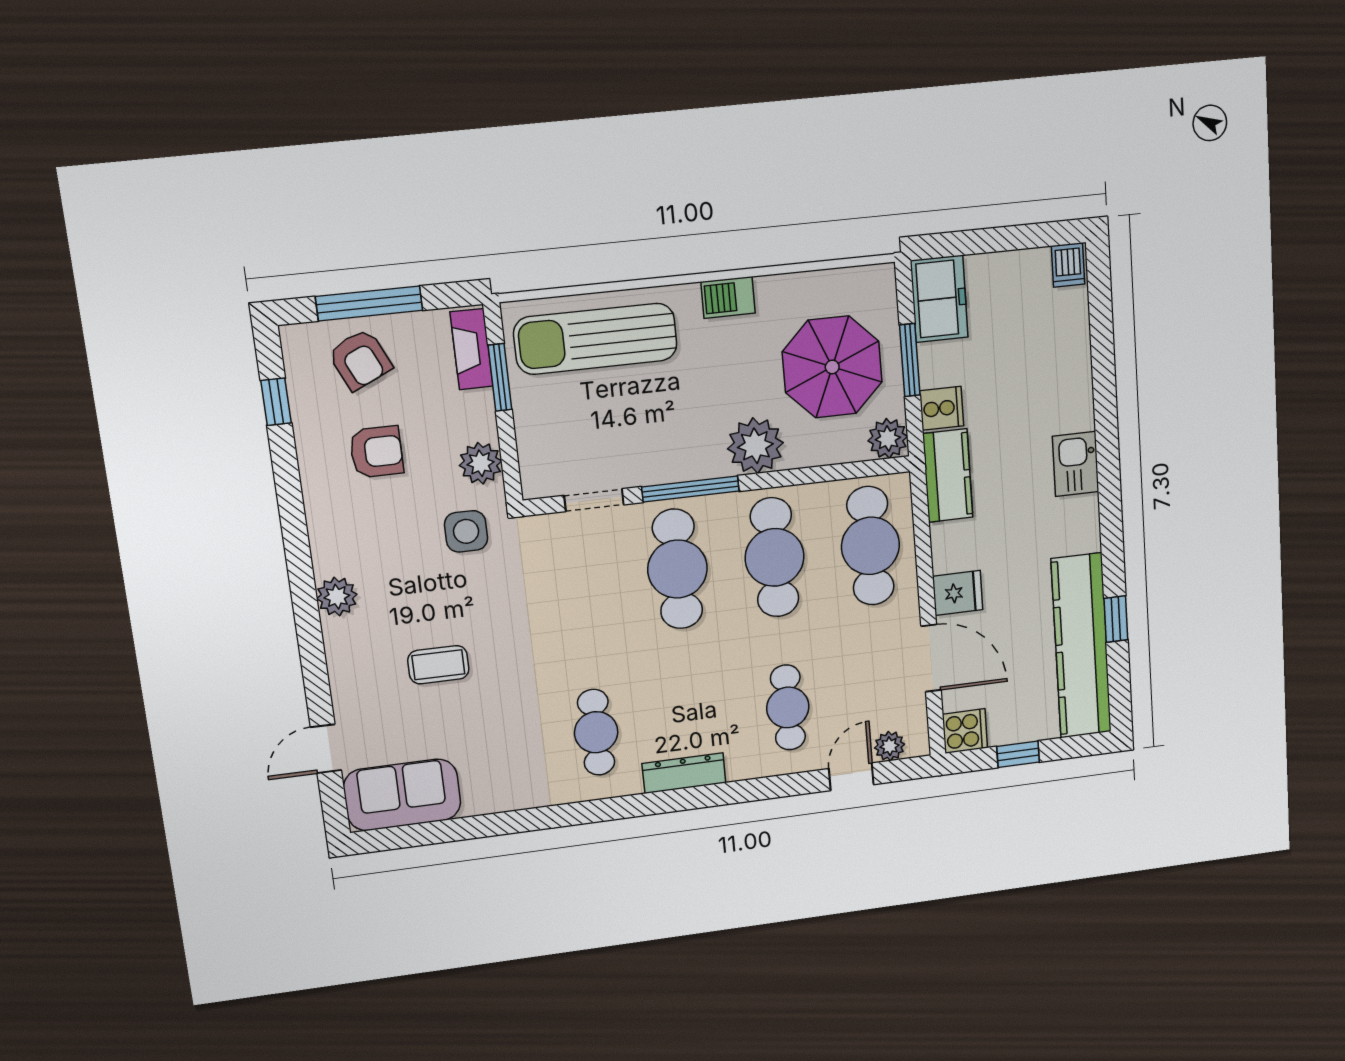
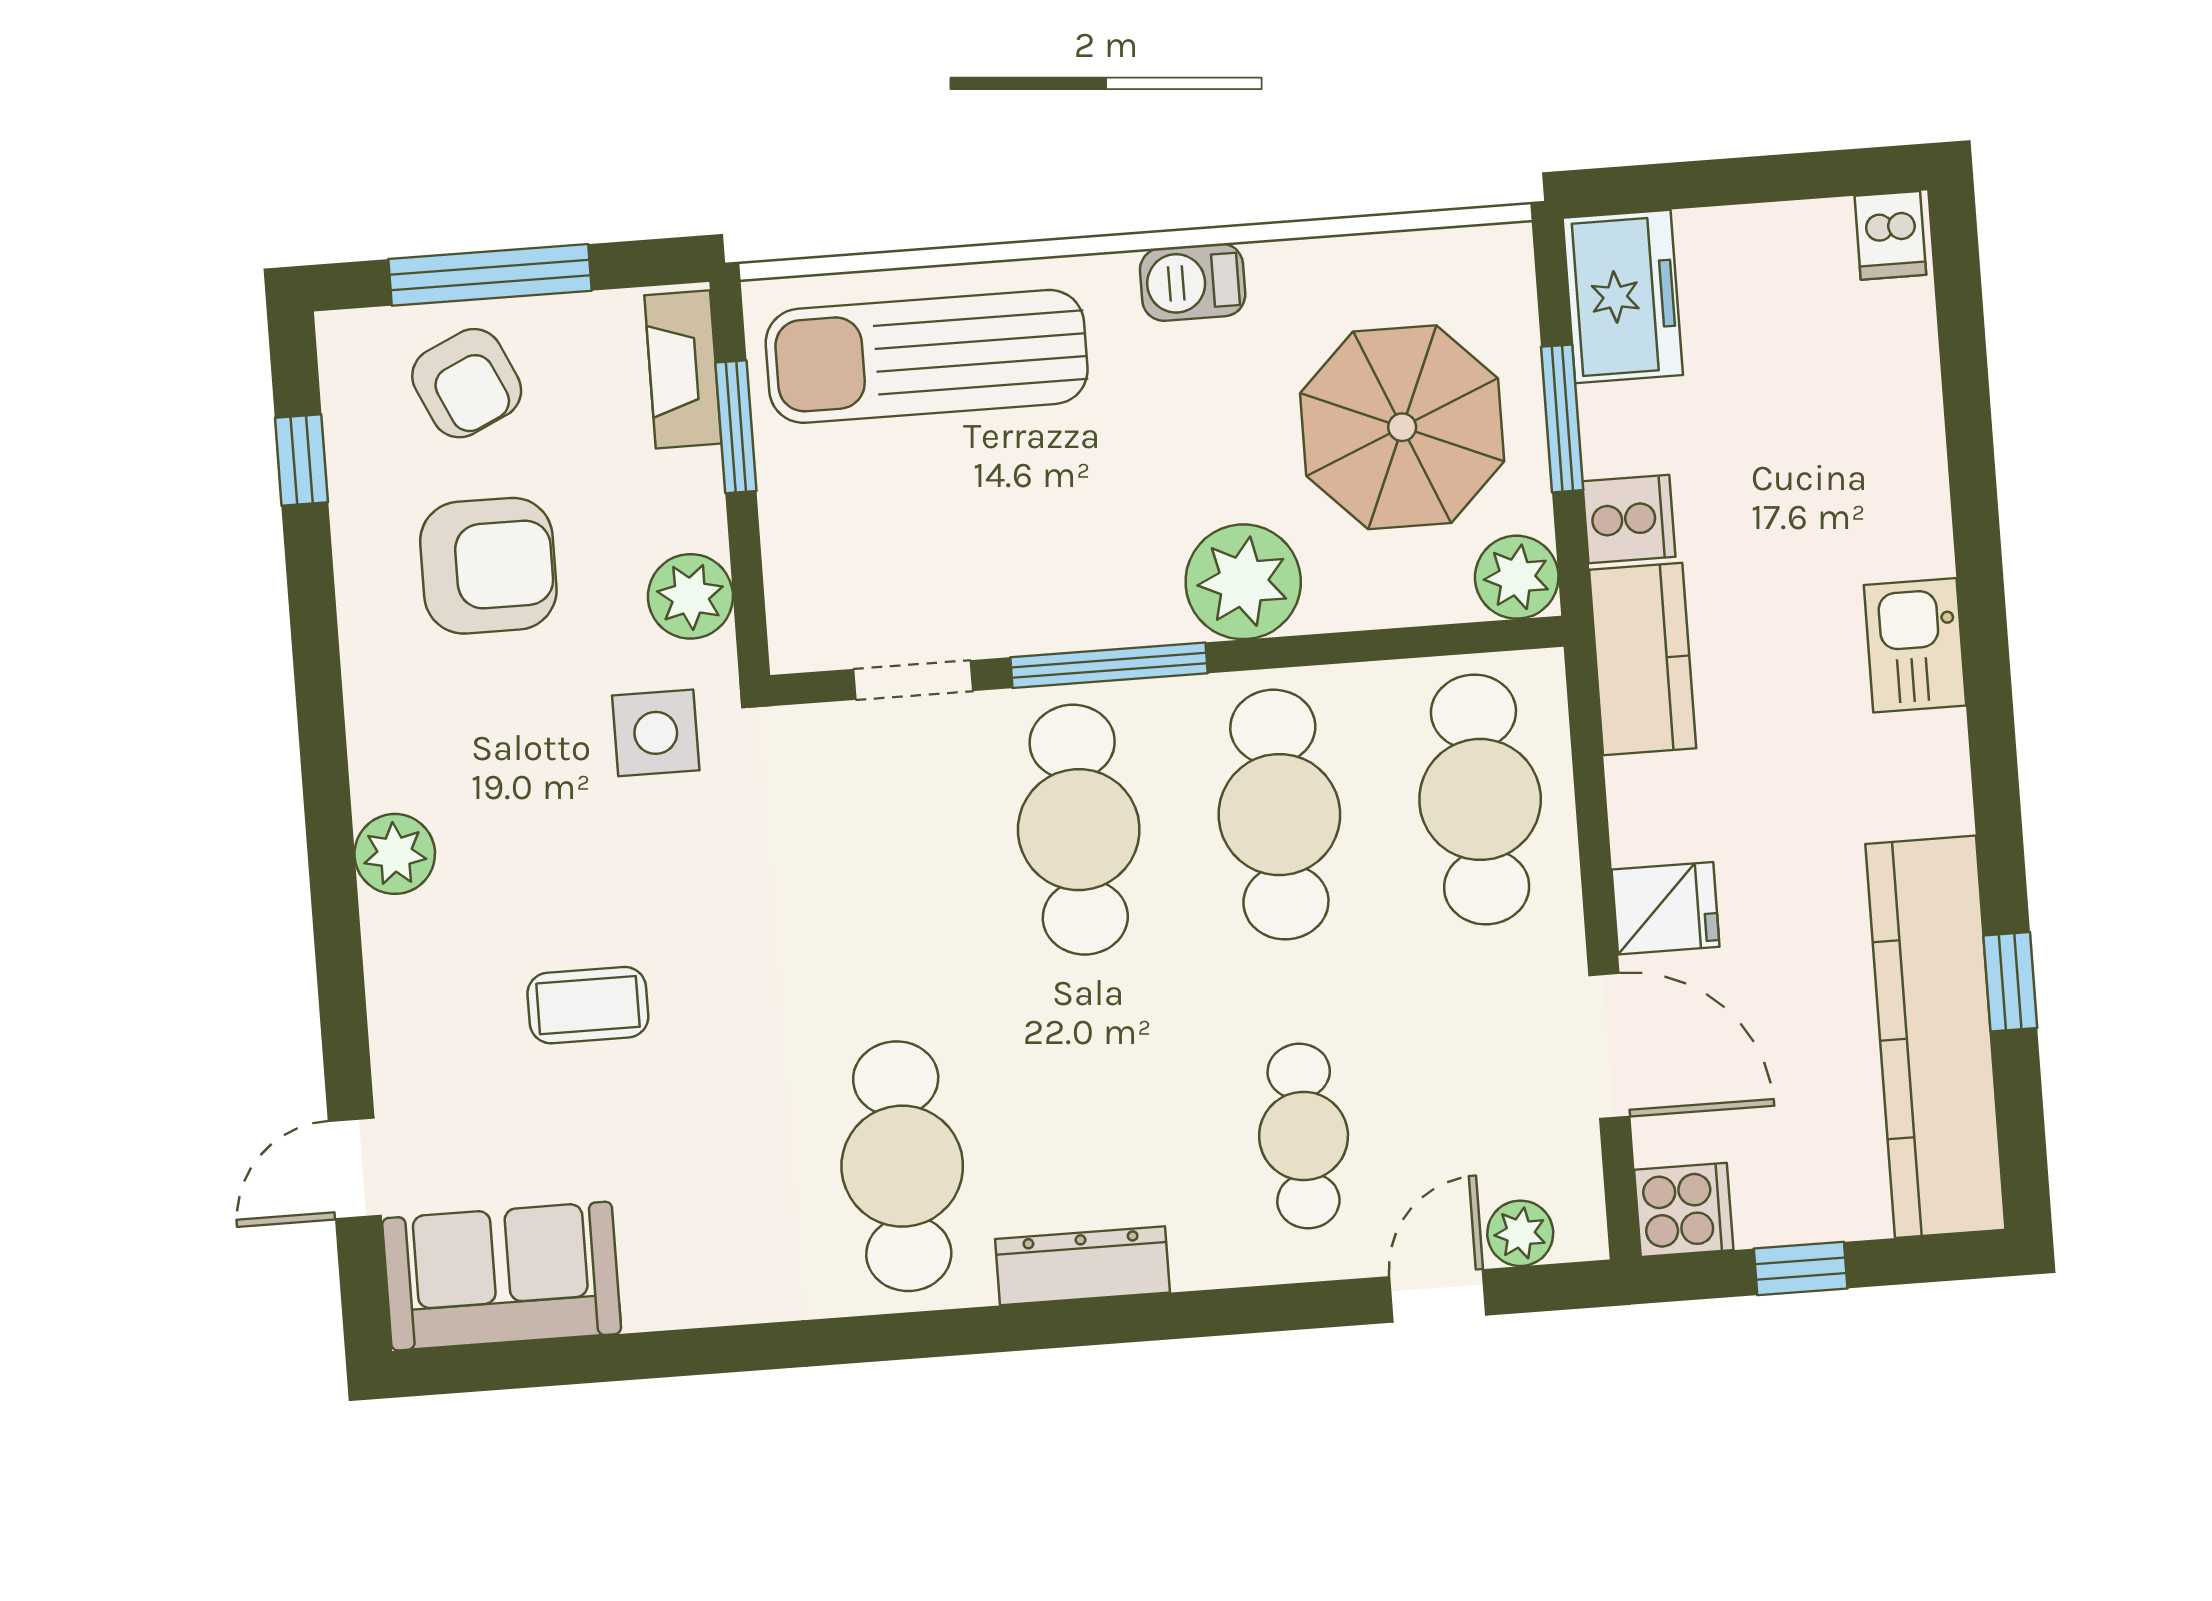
armchair: (376, 452) -> (488, 566), width x1.38, depth x1.38
cafe table: (596, 732) -> (902, 1166), width x1.37, depth x1.35

